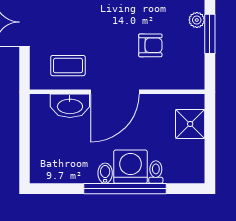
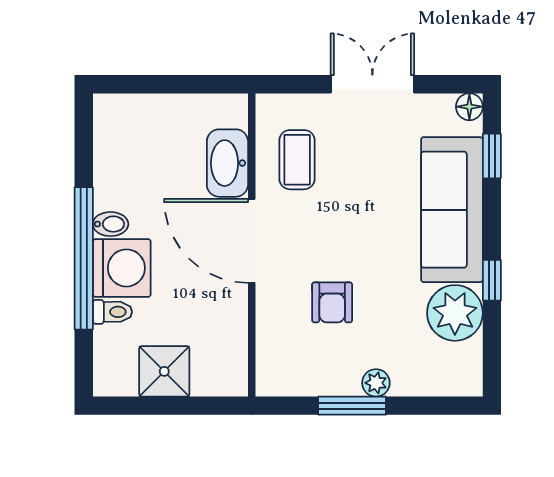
shower: (190, 124) -> (164, 371), moved

